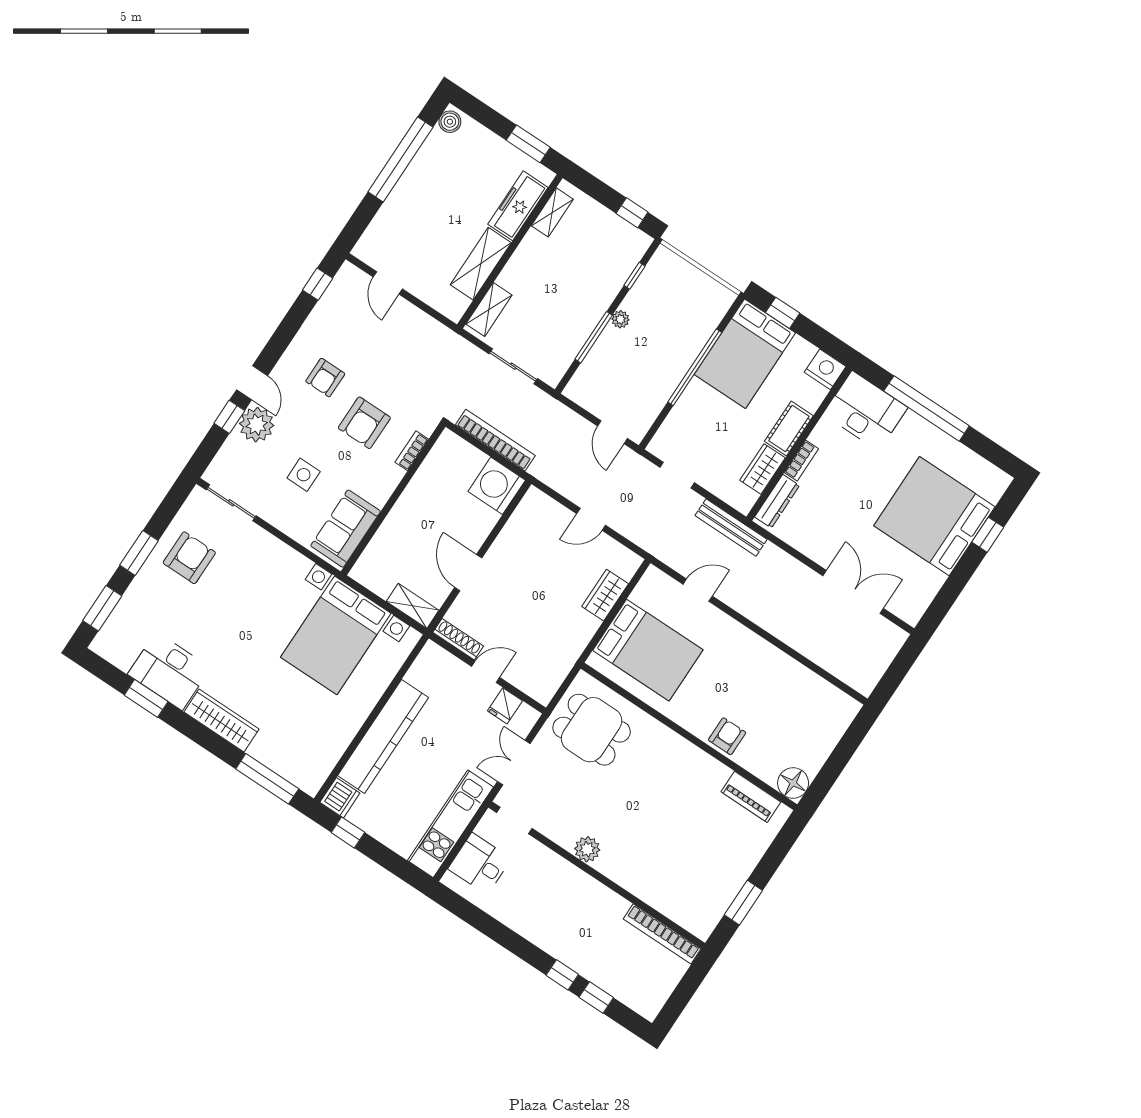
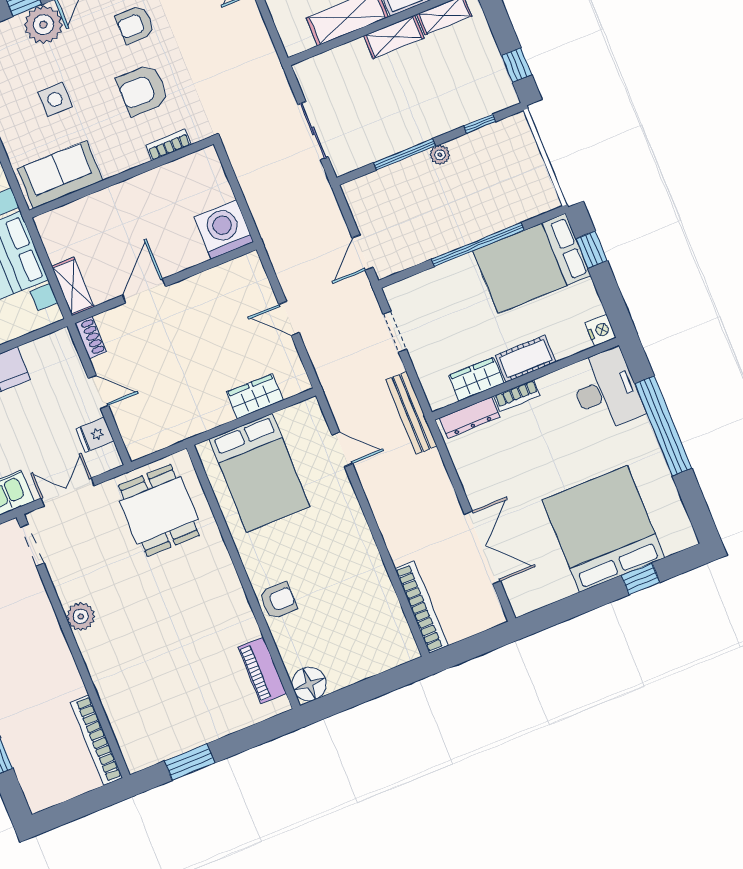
shelving: (489, 309) -> (394, 37), moved
nightstand: (825, 369) -> (600, 330), width x0.74, depth x0.75
bookcase: (495, 440) -> (422, 607), moved
shoe rack: (458, 639) -> (91, 338), width x0.70

